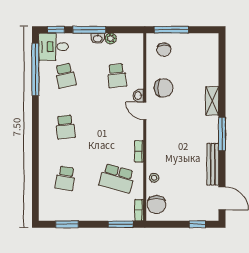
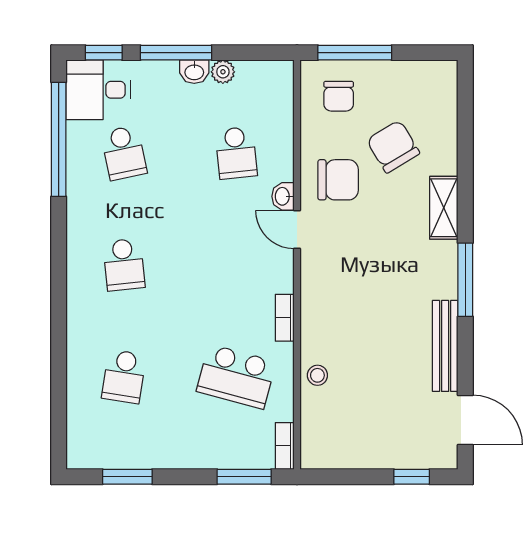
chair: (156, 205) -> (393, 147), moved, turned 149

